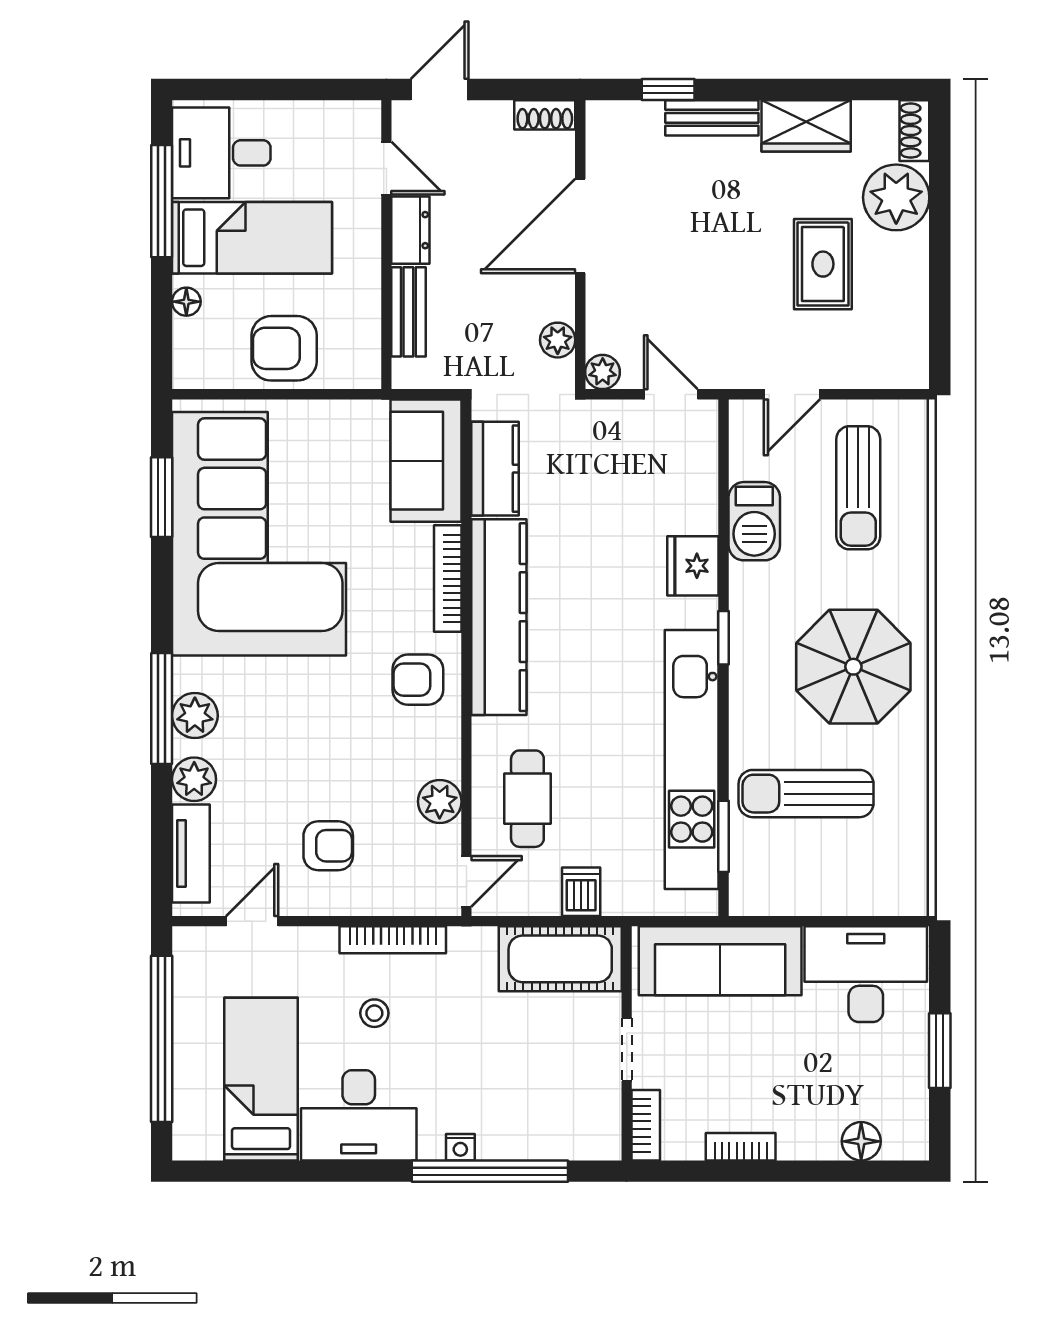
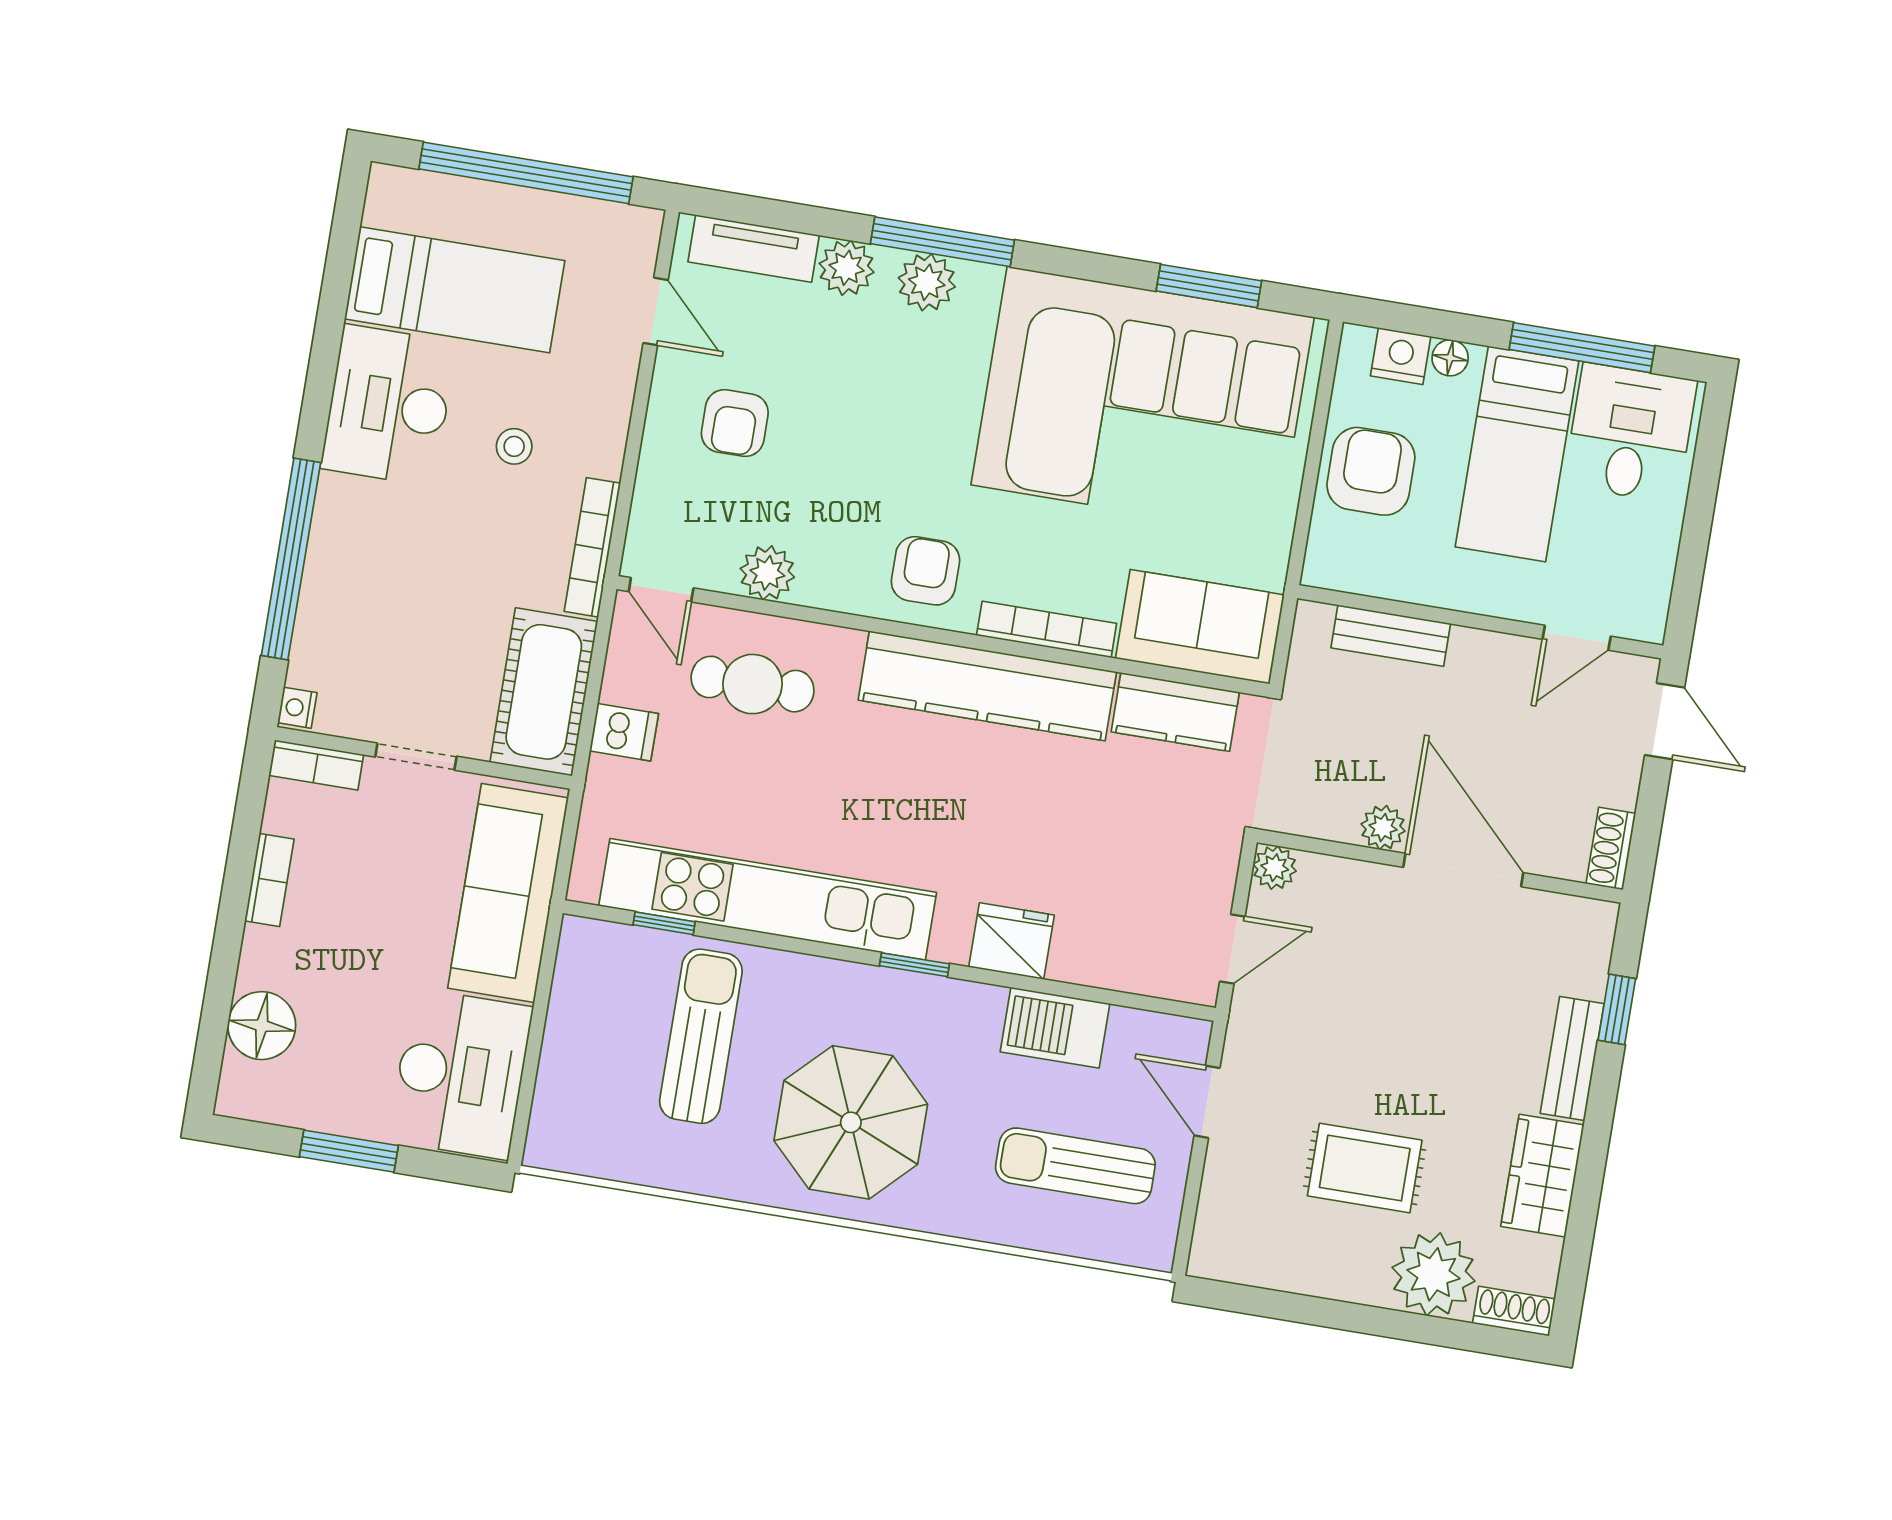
dresser: (410, 230) -> (1494, 655), removed
nightstand: (191, 340) -> (1401, 356), added
plant: (558, 340) -> (1383, 827), moved
window: (724, 836) -> (664, 923), width x0.67
bookcase: (393, 940) -> (592, 547), moved
floor lamp: (861, 1141) -> (262, 1026), width x1.38, depth x1.38
nightstand: (460, 1147) -> (297, 708), moved

